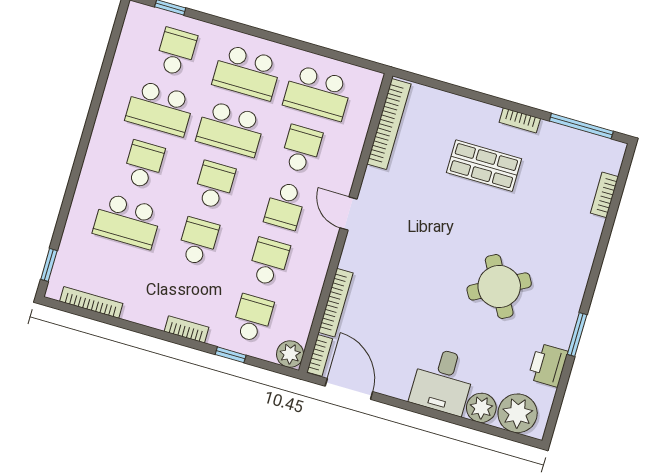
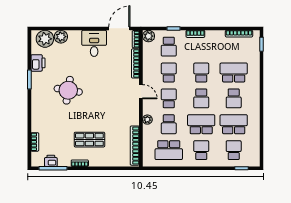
school desk: (176, 52) -> (234, 150), turned 180
school desk: (247, 72) -> (201, 150), width x0.54
school desk: (318, 93) -> (169, 150), turned 180
printer: (581, 144) -> (51, 161), added
plant: (345, 173) -> (147, 120), added
door: (349, 213) -> (141, 92), moved
school desk: (198, 242) -> (201, 72), turned 180
school desk: (269, 262) -> (169, 72), turned 180
round table: (499, 286) -> (68, 90), turned 38
desk: (443, 381) -> (94, 43), moved
door: (349, 389) -> (119, 28), swing flipped

